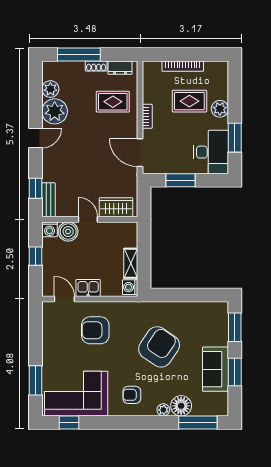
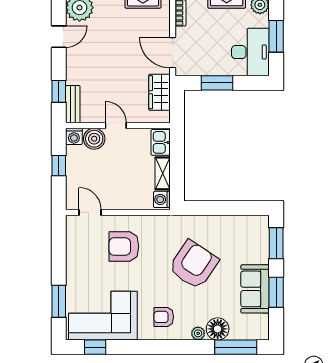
wardrobe: (116, 207) -> (159, 92), moved, turned -90
kitchen sink: (88, 288) -> (161, 142), moved, turned -90

